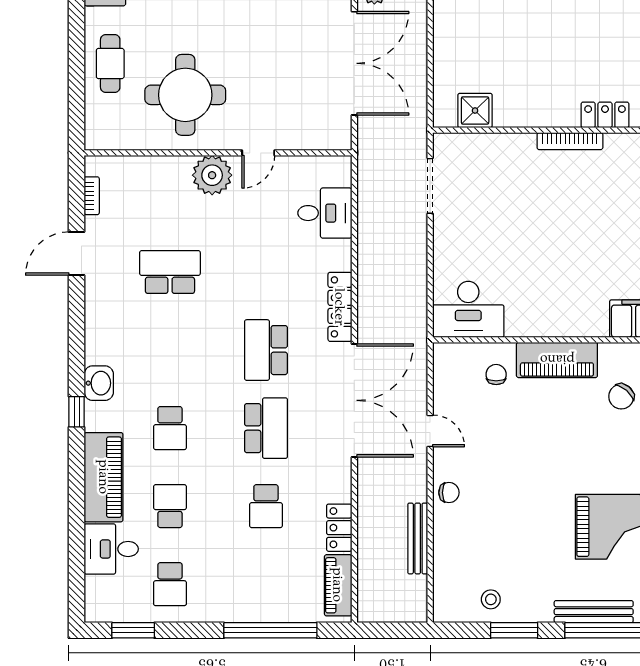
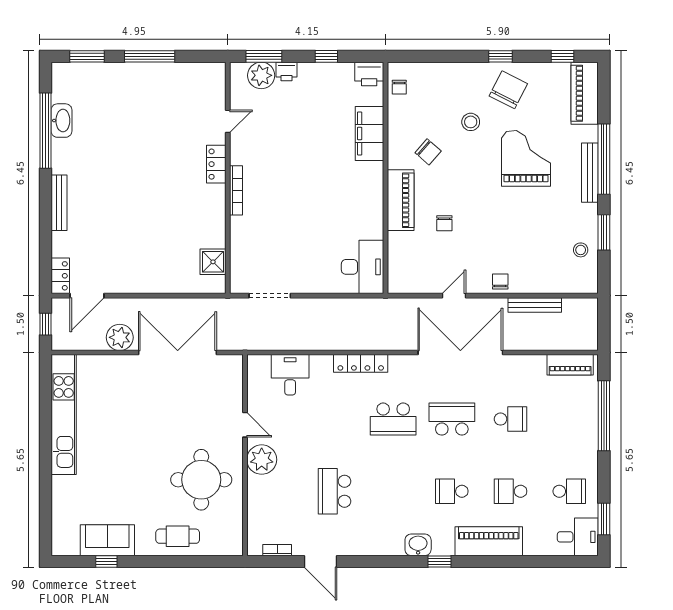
chair: (496, 375) -> (444, 223), moved, turned -90
double door: (354, 400) -> (460, 353), moved
school desk: (170, 428) -> (452, 491), turned 180
locker: (339, 528) -> (527, 364), removed
desk: (111, 549) -> (578, 537), moved, turned -90

